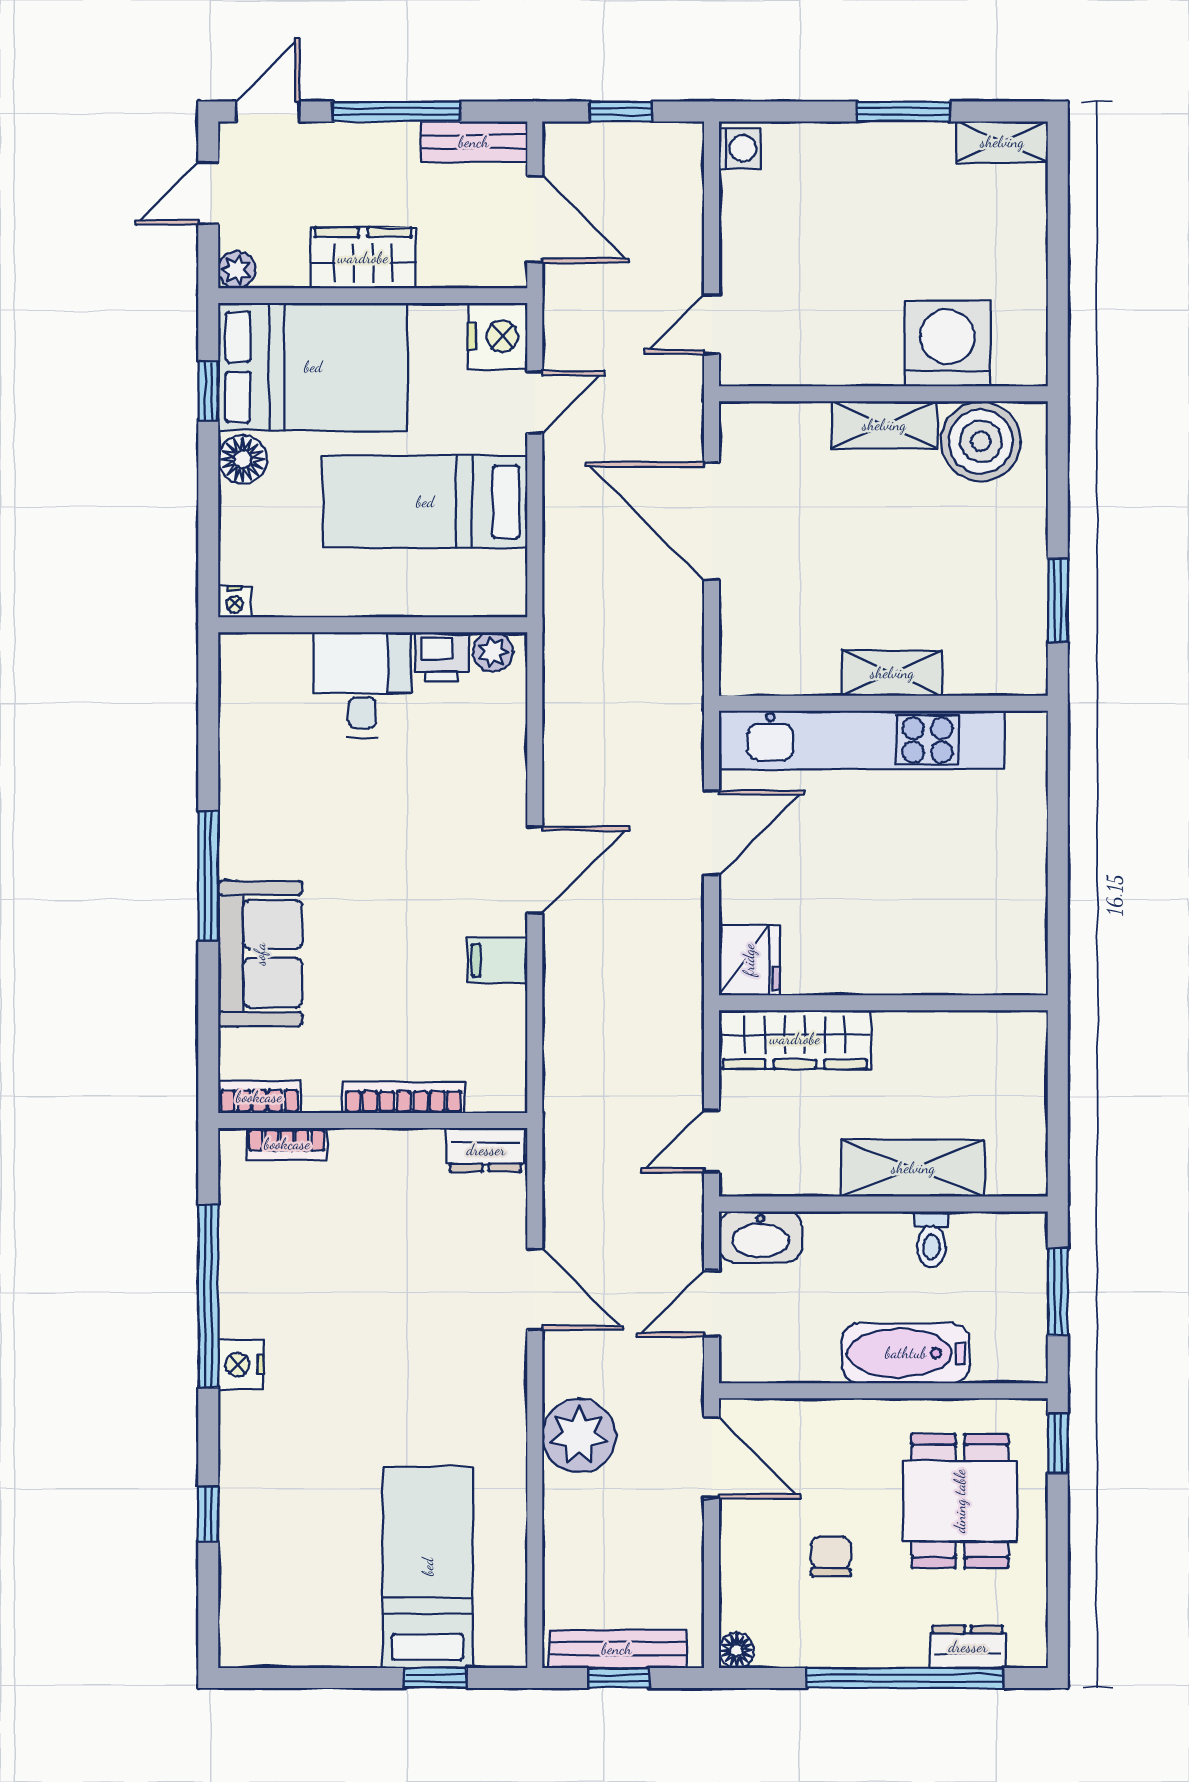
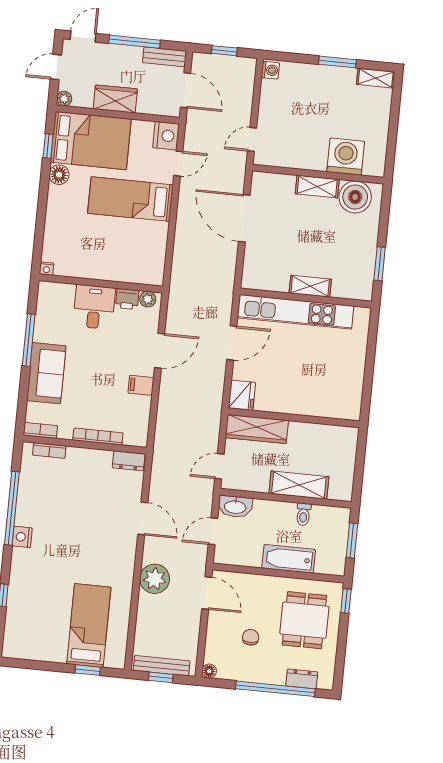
nightstand: (235, 602) -> (46, 269), moved
wall: (373, 625) -> (101, 283), moved
plant: (493, 652) -> (148, 299), moved
printer: (442, 657) -> (127, 299), moved
desk: (362, 685) -> (94, 307), moved

